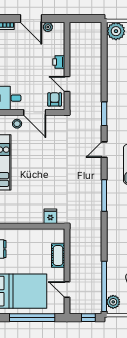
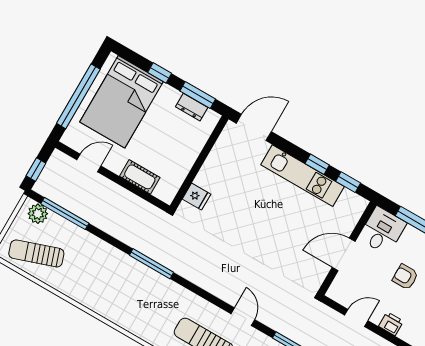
armchair: (55, 99) -> (405, 277), moved, turned 180
stool: (17, 124) -> (342, 223), removed
window: (104, 196) -> (151, 264), moved
window: (104, 286) -> (65, 214), width x0.68

